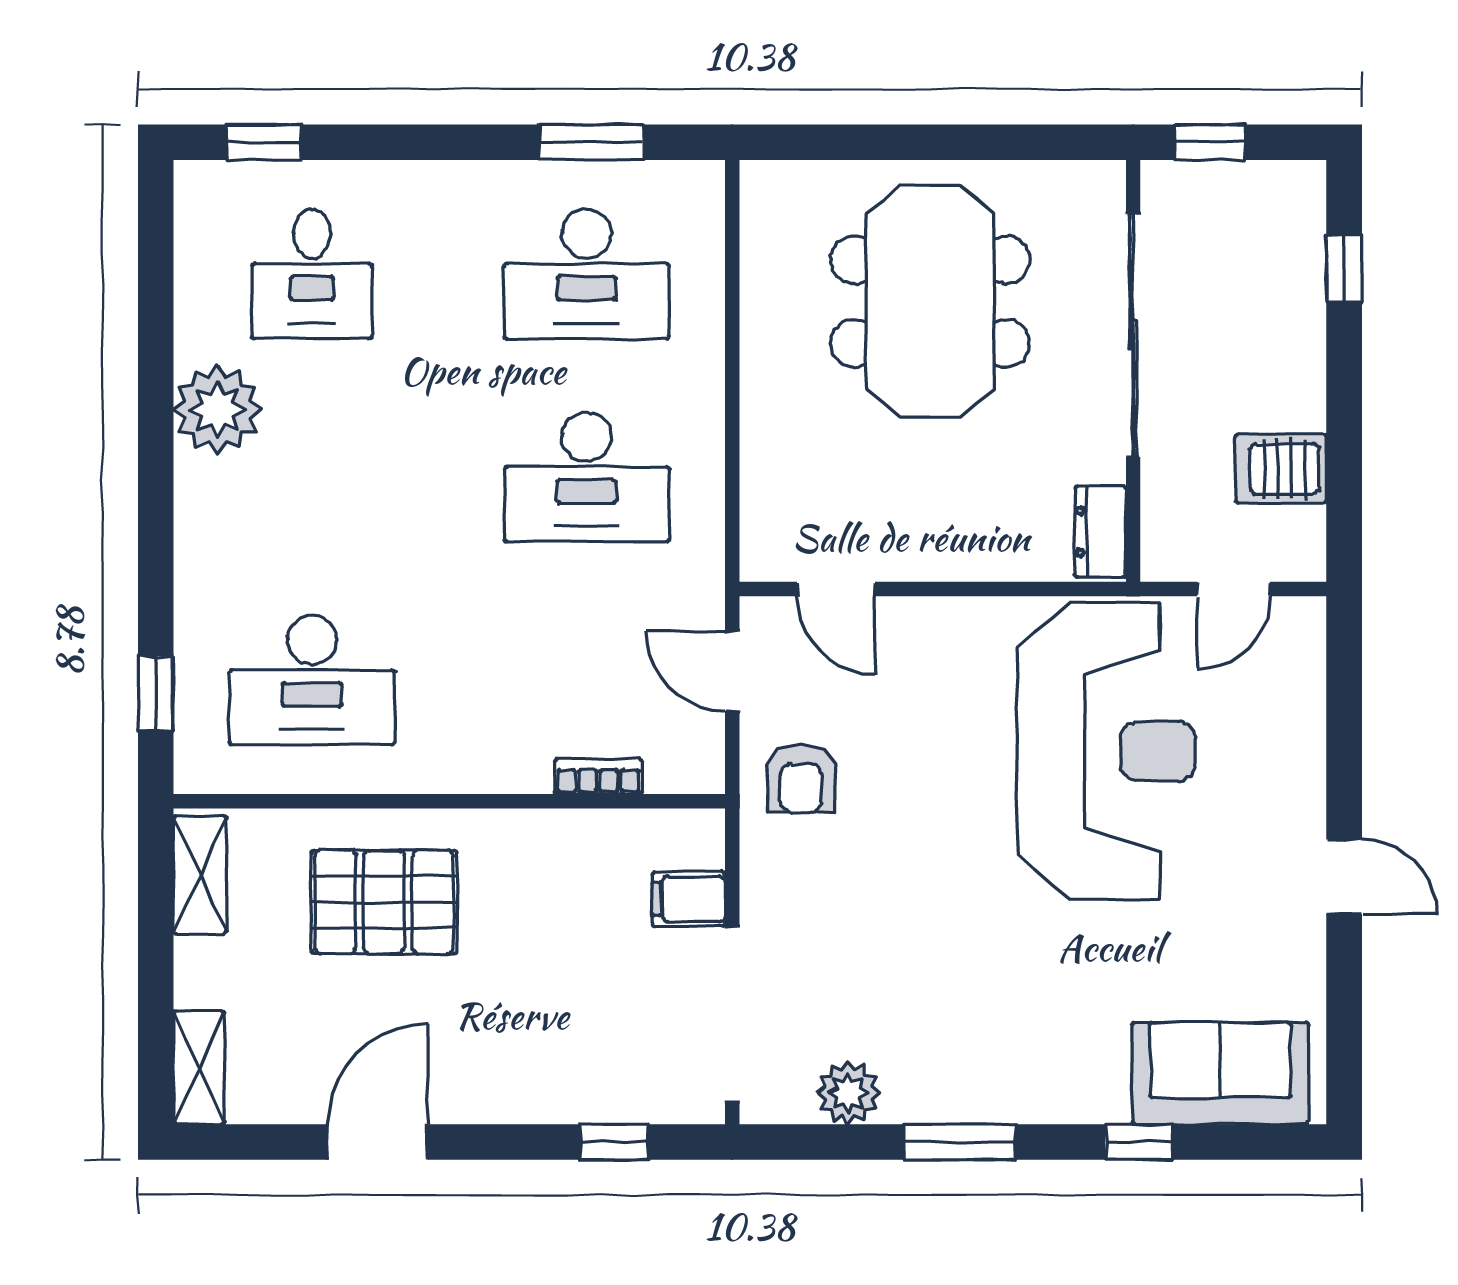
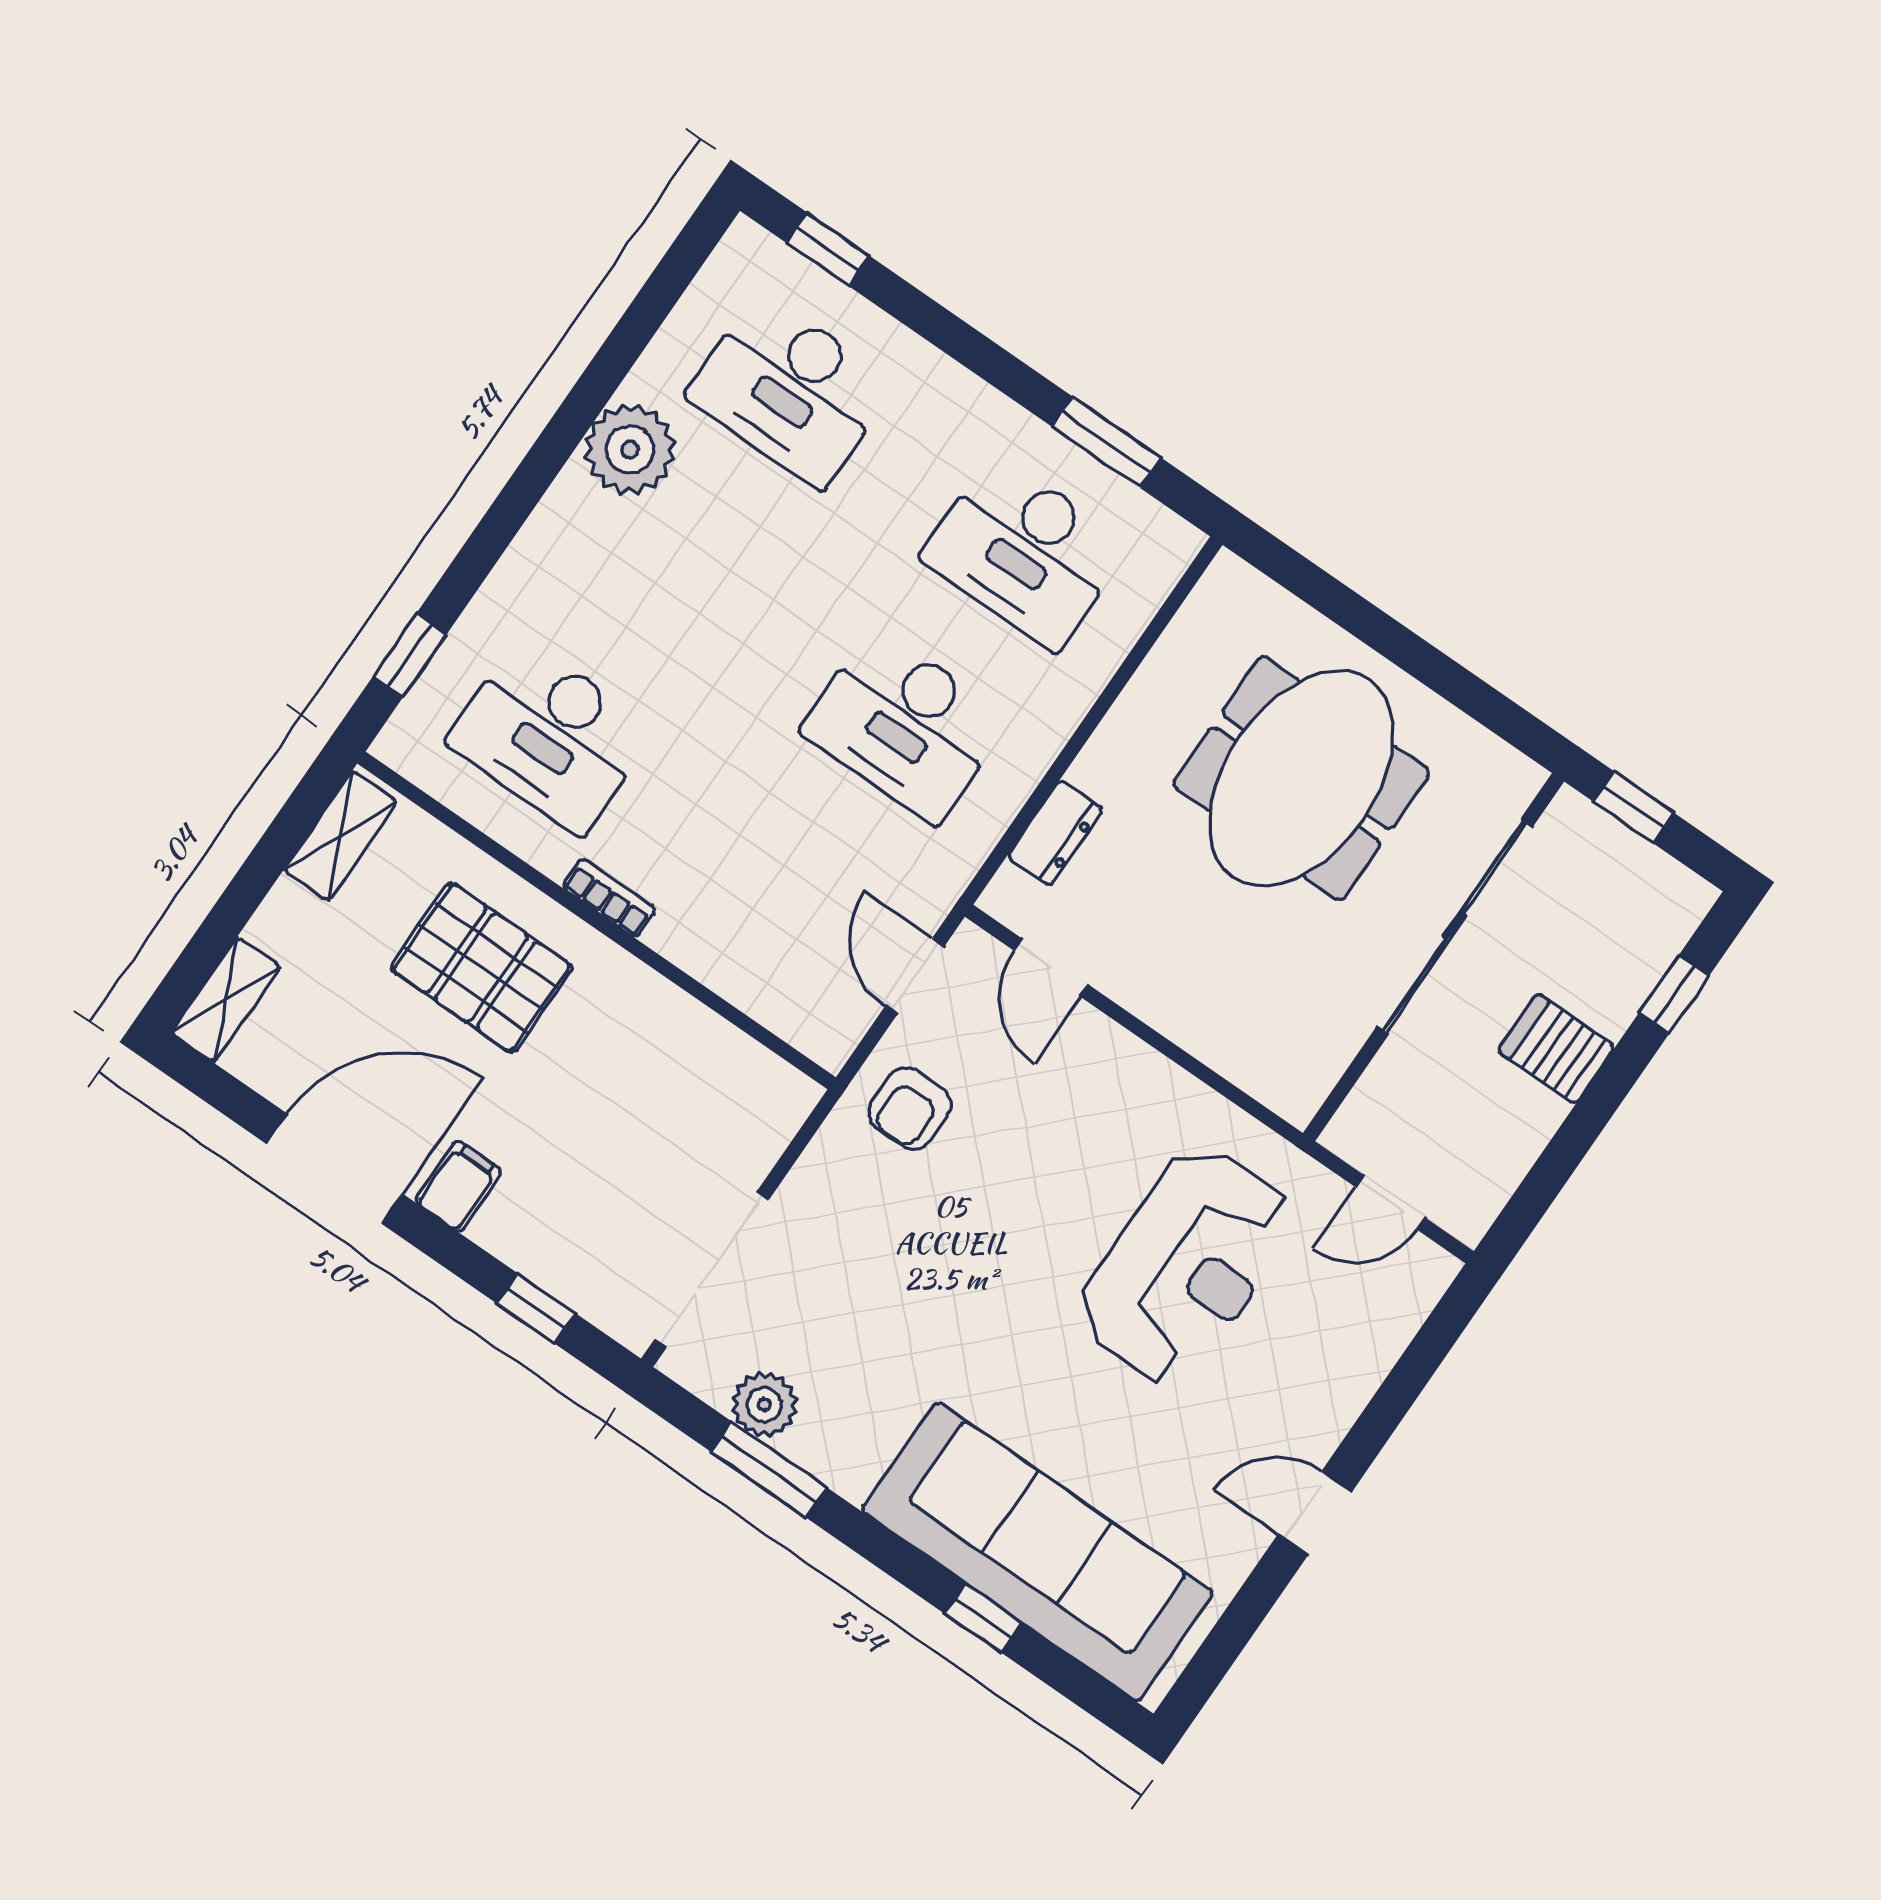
desk: (312, 274) -> (791, 390), width x1.37
server rack: (1281, 469) -> (1556, 1049), moved
dresser: (1100, 532) -> (1055, 833), moved, turned 180
reception desk: (1106, 751) -> (1186, 1265), width x0.74, depth x0.77
bookcase: (598, 777) -> (609, 898), moved
door: (1344, 877) -> (1315, 1513), swing flipped
filing cabinet: (689, 899) -> (458, 1186), moved, turned 90
sofa: (1220, 1073) -> (1037, 1552), width x1.85, depth x1.27
door: (378, 1142) -> (334, 1169), width x1.36
window: (960, 1142) -> (769, 1470), moved

